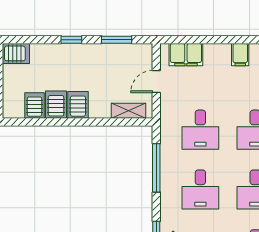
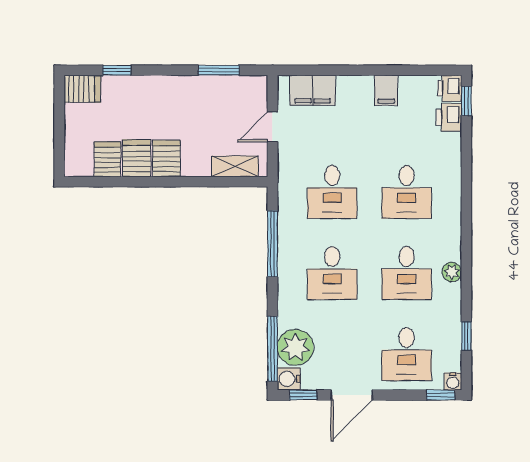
window: (71, 40) -> (117, 70), moved

